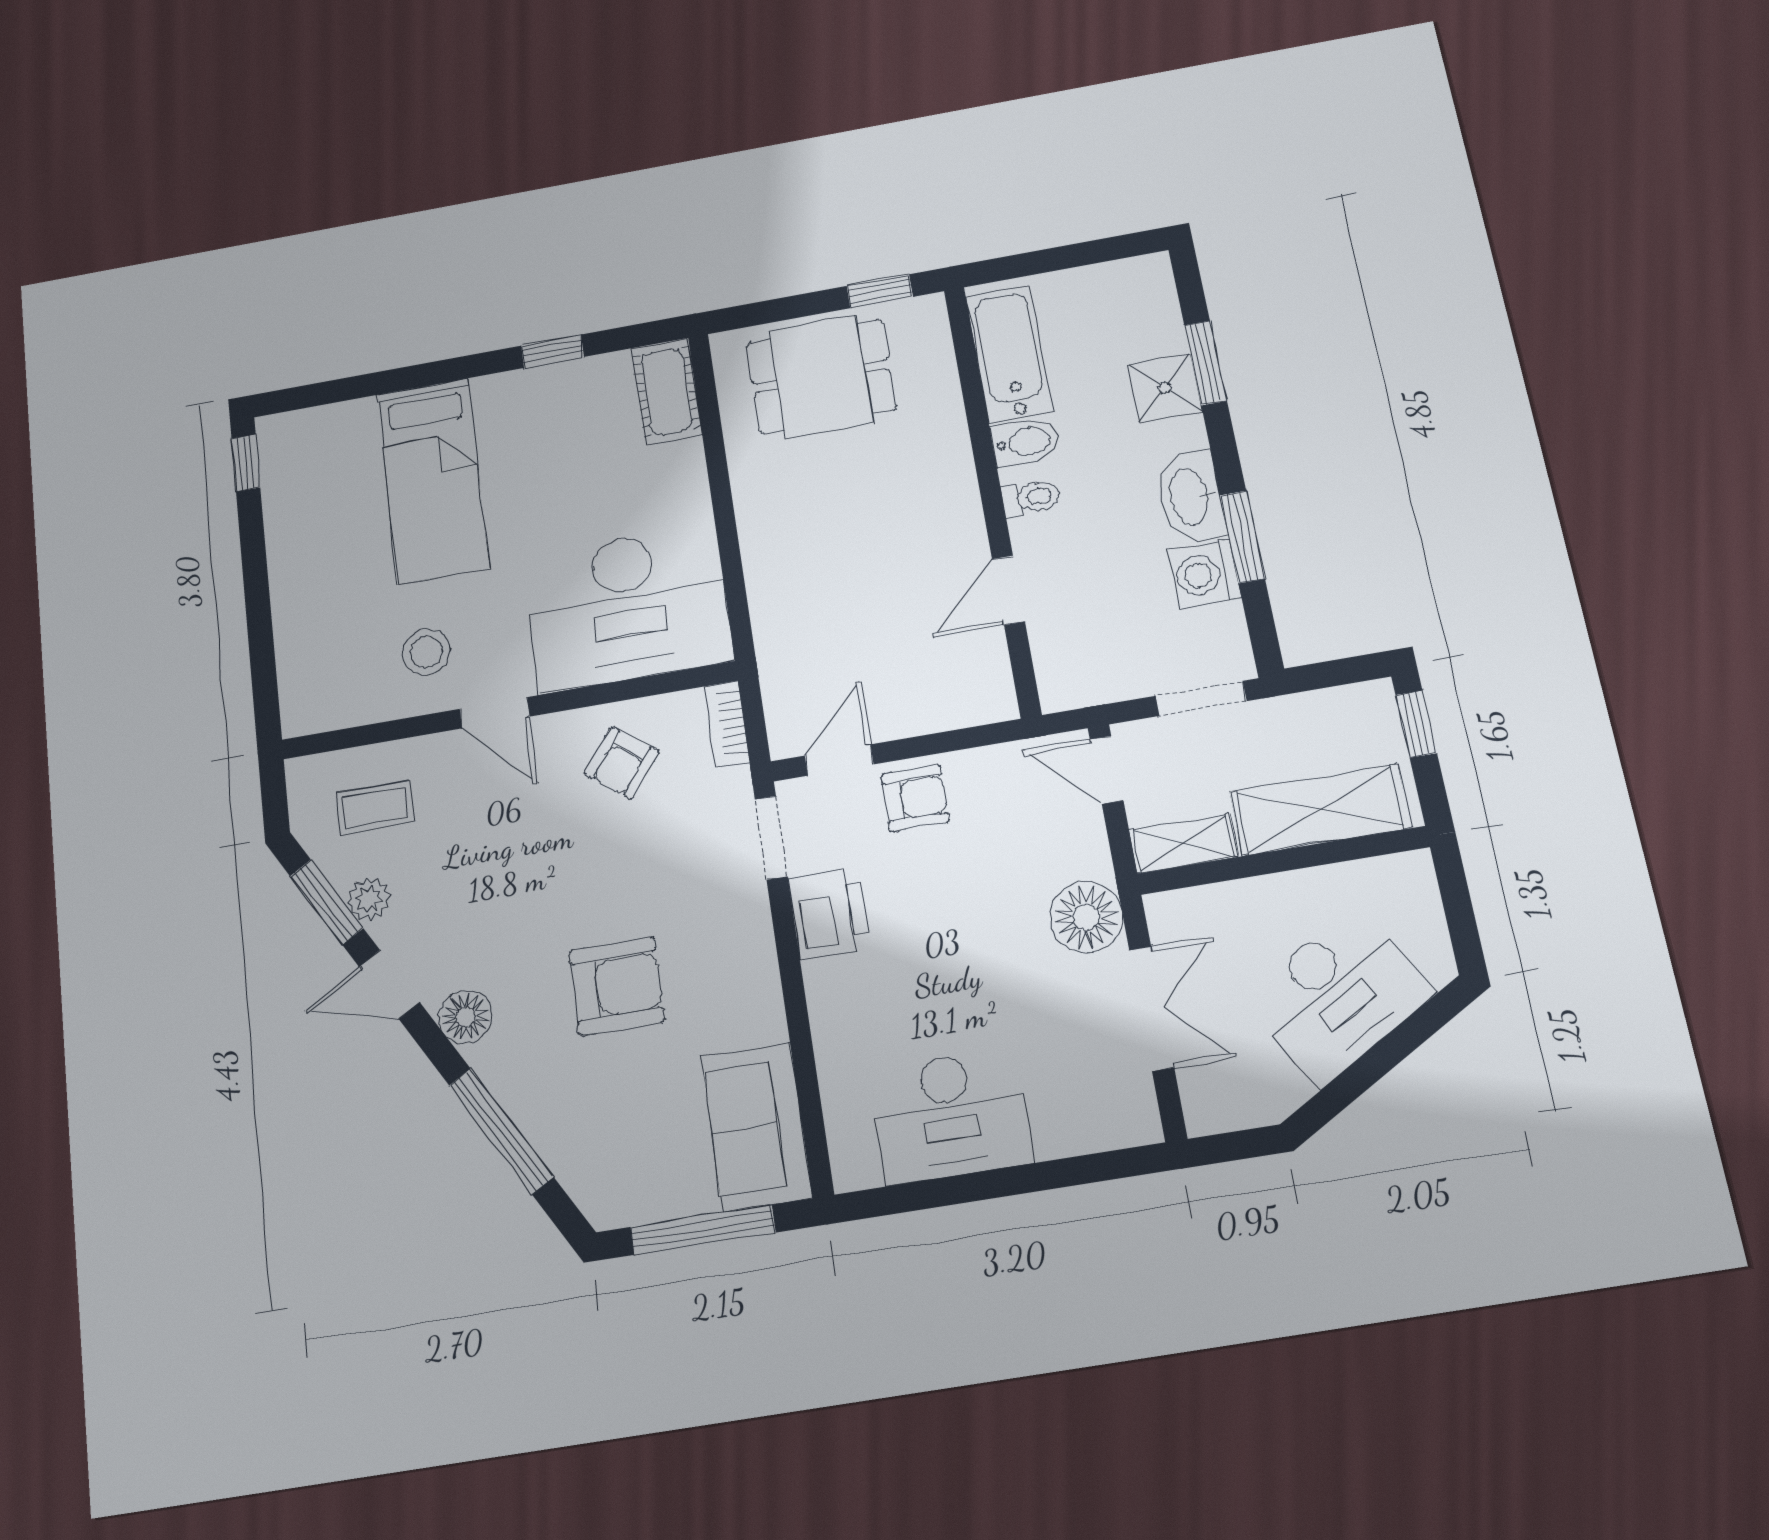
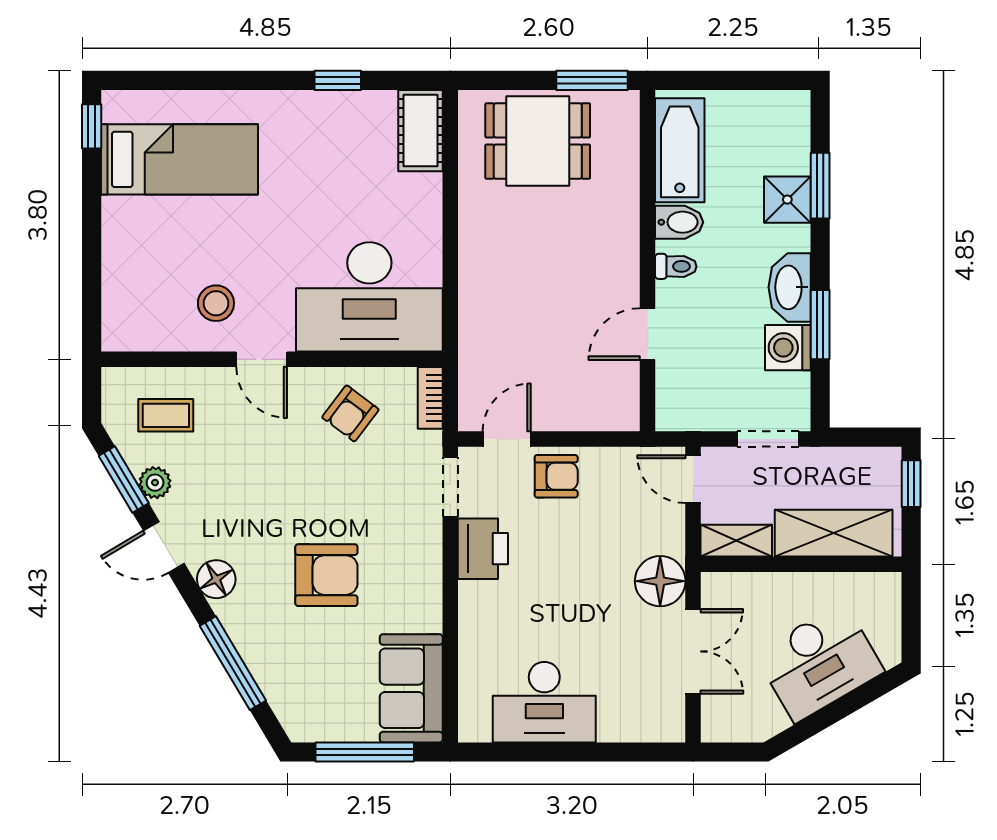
window: (880, 291) -> (592, 80), width x1.50
bed: (433, 480) -> (180, 159), moved, turned -90

